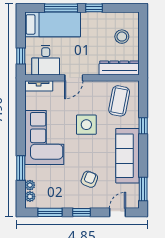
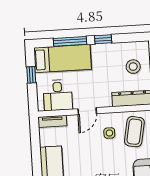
window: (21, 56) -> (31, 75), moved
side table: (86, 125) -> (109, 133), moved, width x0.54, depth x0.54

